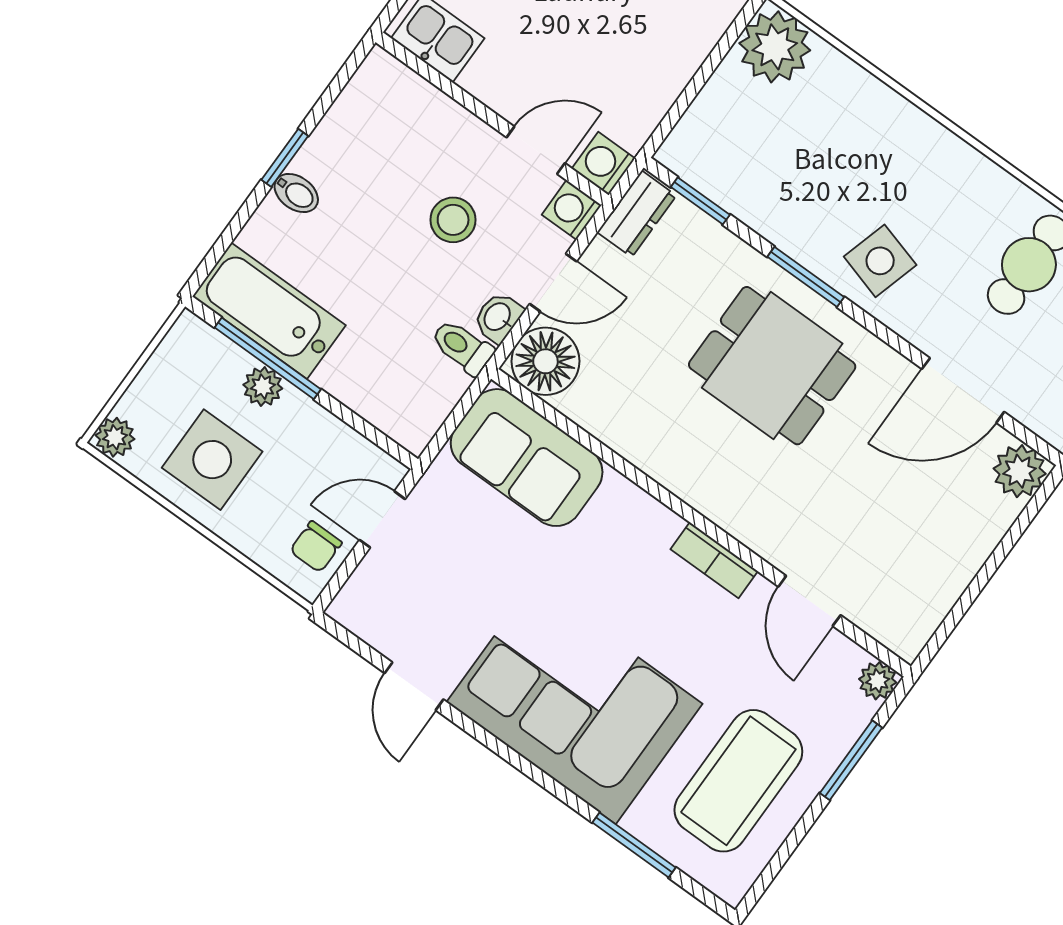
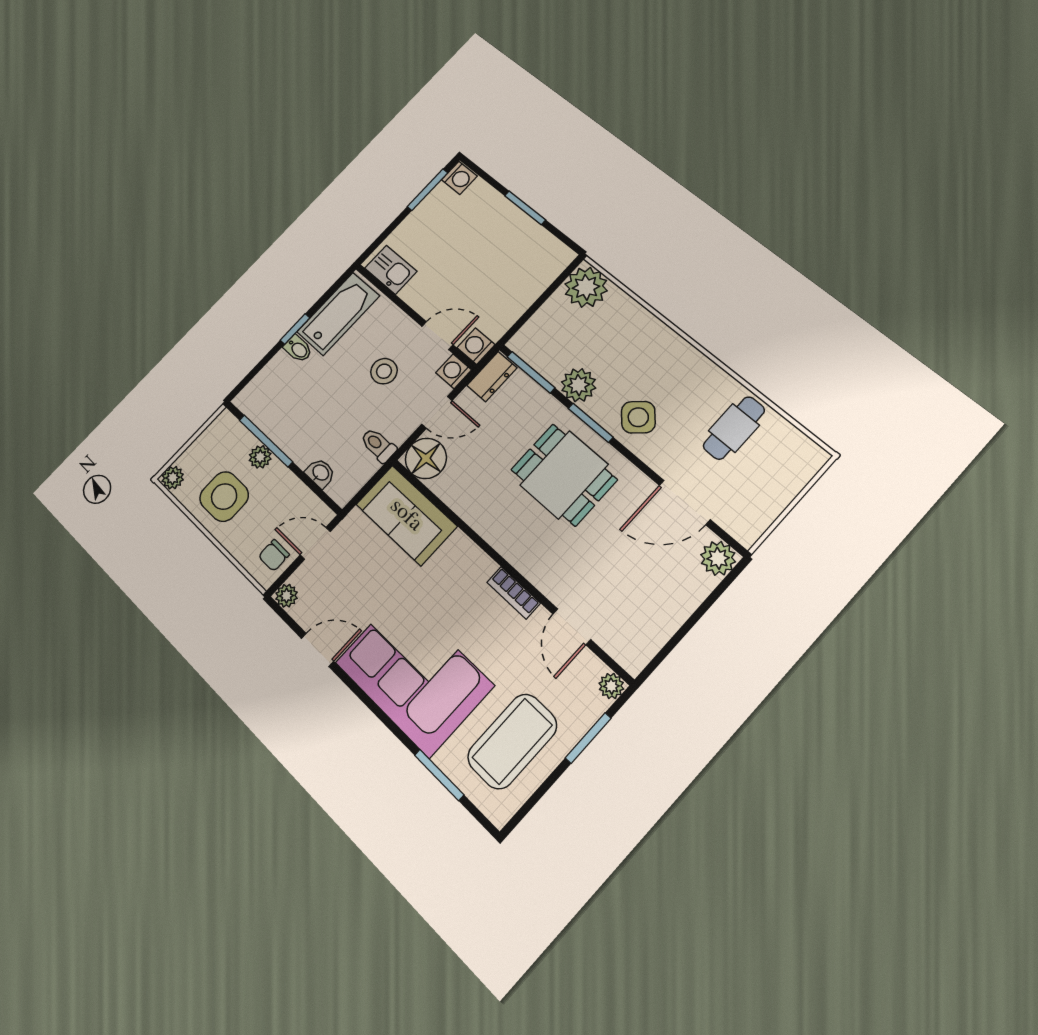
window: (700, 201) -> (531, 372), width x1.50
plant: (780, 216) -> (579, 385), added
side table: (880, 261) -> (638, 417), turned 32
bathtub: (269, 311) -> (338, 314), moved, turned 90
washbasin: (498, 317) -> (320, 473), moved, turned 90
plant: (349, 609) -> (286, 596), added
door: (414, 686) -> (317, 650), swing flipped

